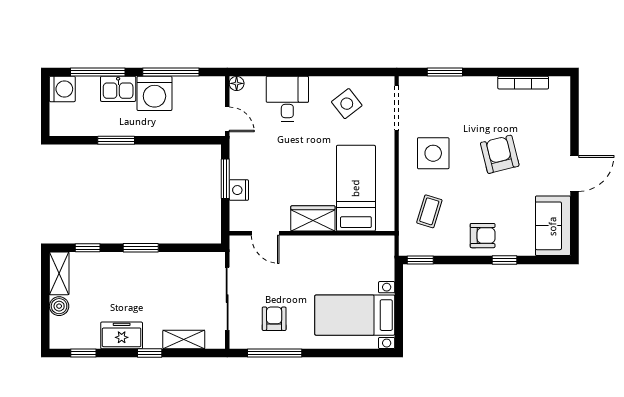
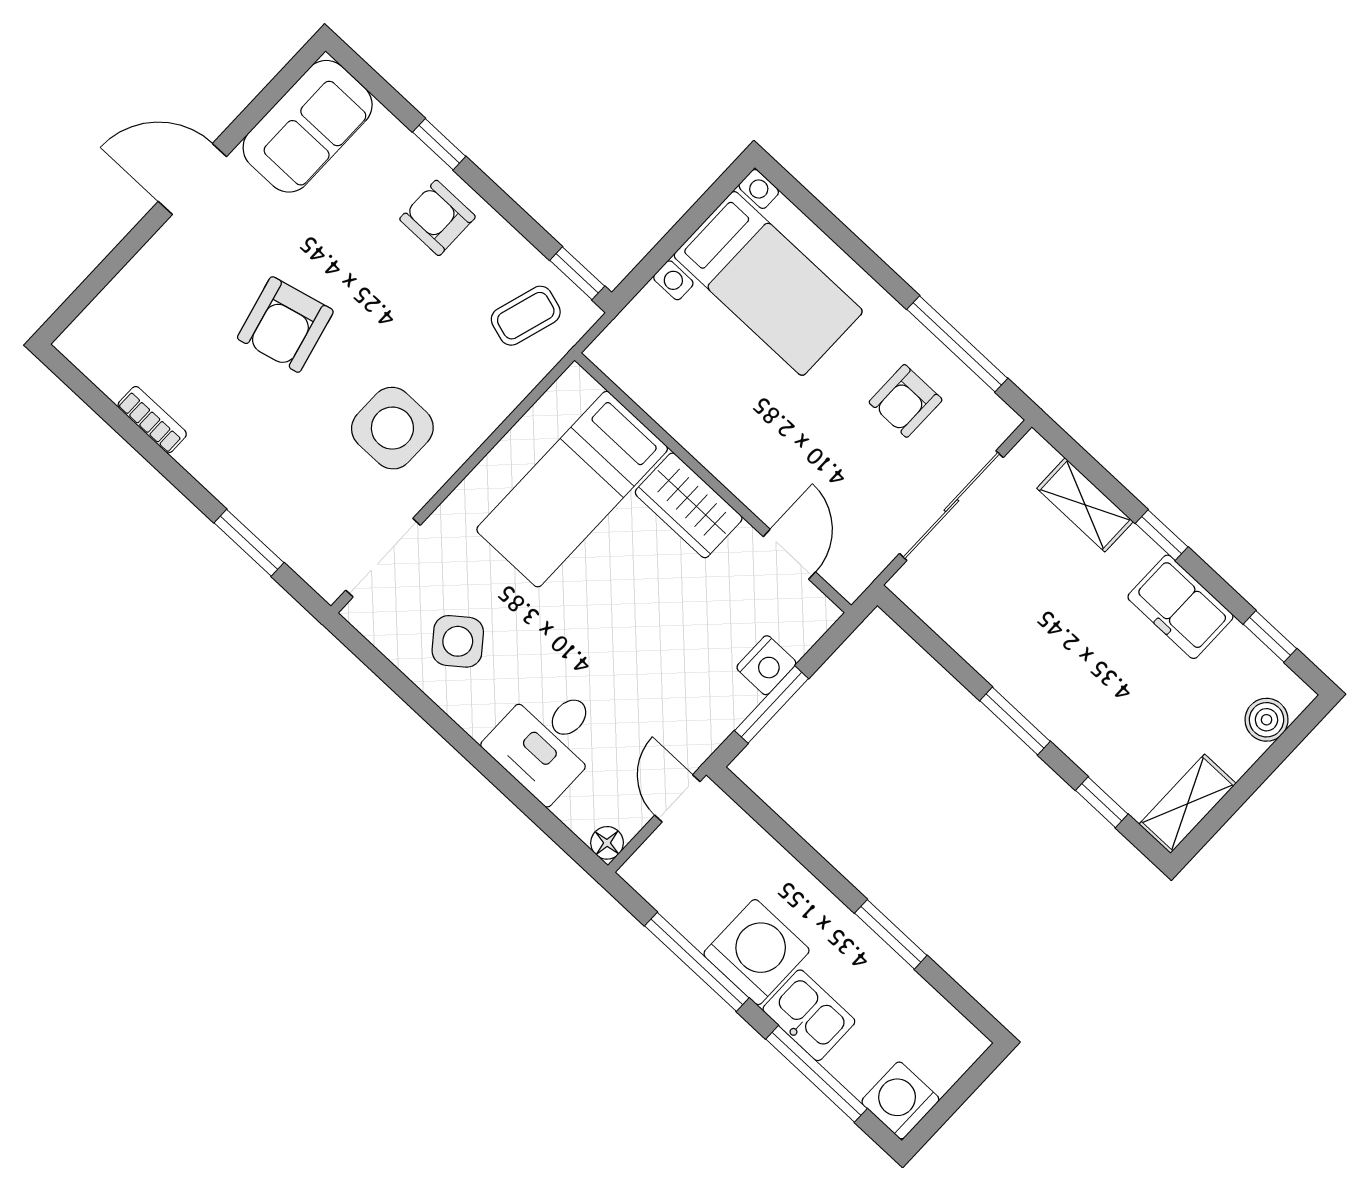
bookcase: (523, 83) -> (152, 420), width x0.64
coffee table: (429, 211) -> (526, 316), moved
boiler: (59, 306) -> (1266, 720), moved

